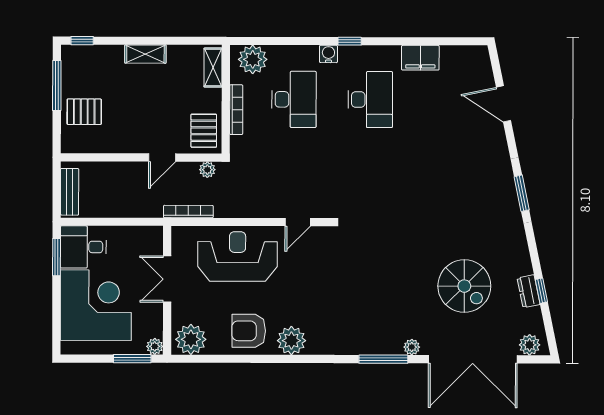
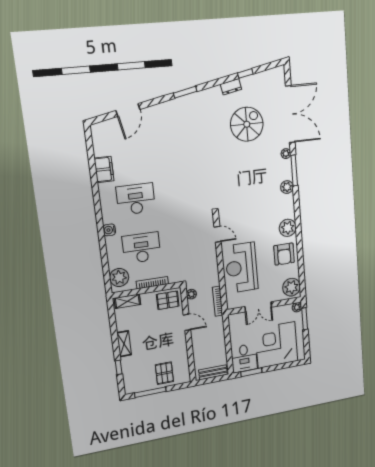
window: (82, 41) -> (119, 367), moved
window: (350, 41) -> (99, 217), removed
dresser: (529, 291) -> (231, 87), moved
plant: (530, 345) -> (287, 187), moved

